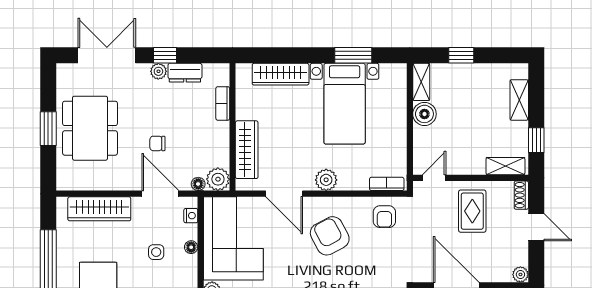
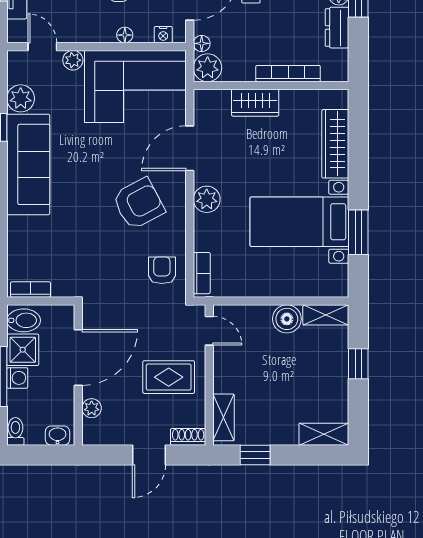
shelving: (519, 100) -> (324, 434), moved
bookcase: (223, 103) -> (288, 74), width x1.56
wardrobe: (247, 150) -> (255, 103), width x0.67
armchair: (384, 217) -> (162, 270), turned 90
plant: (520, 274) -> (92, 408), moved

